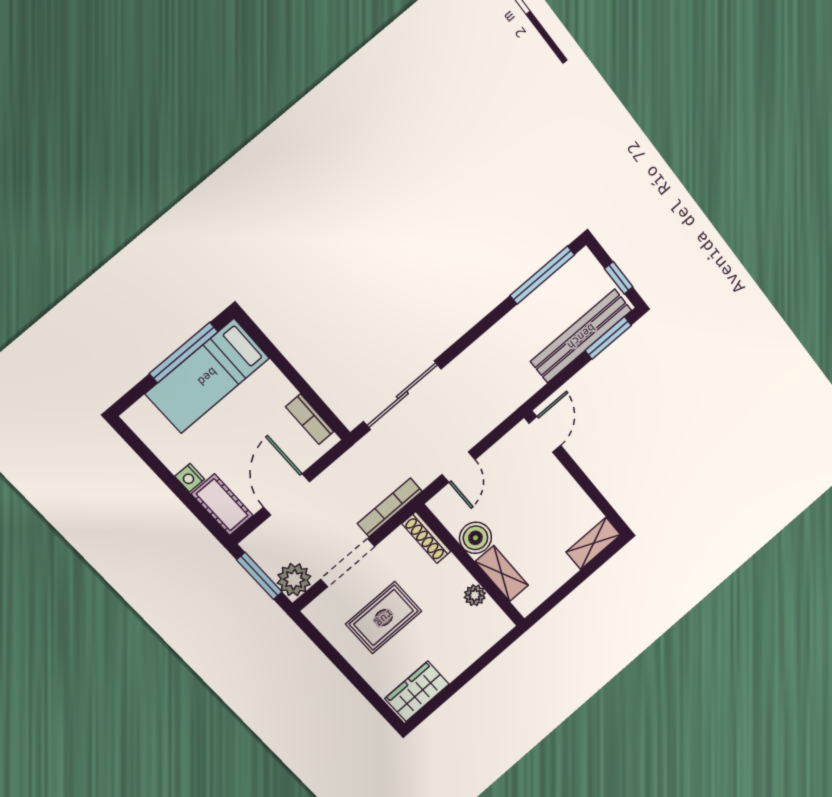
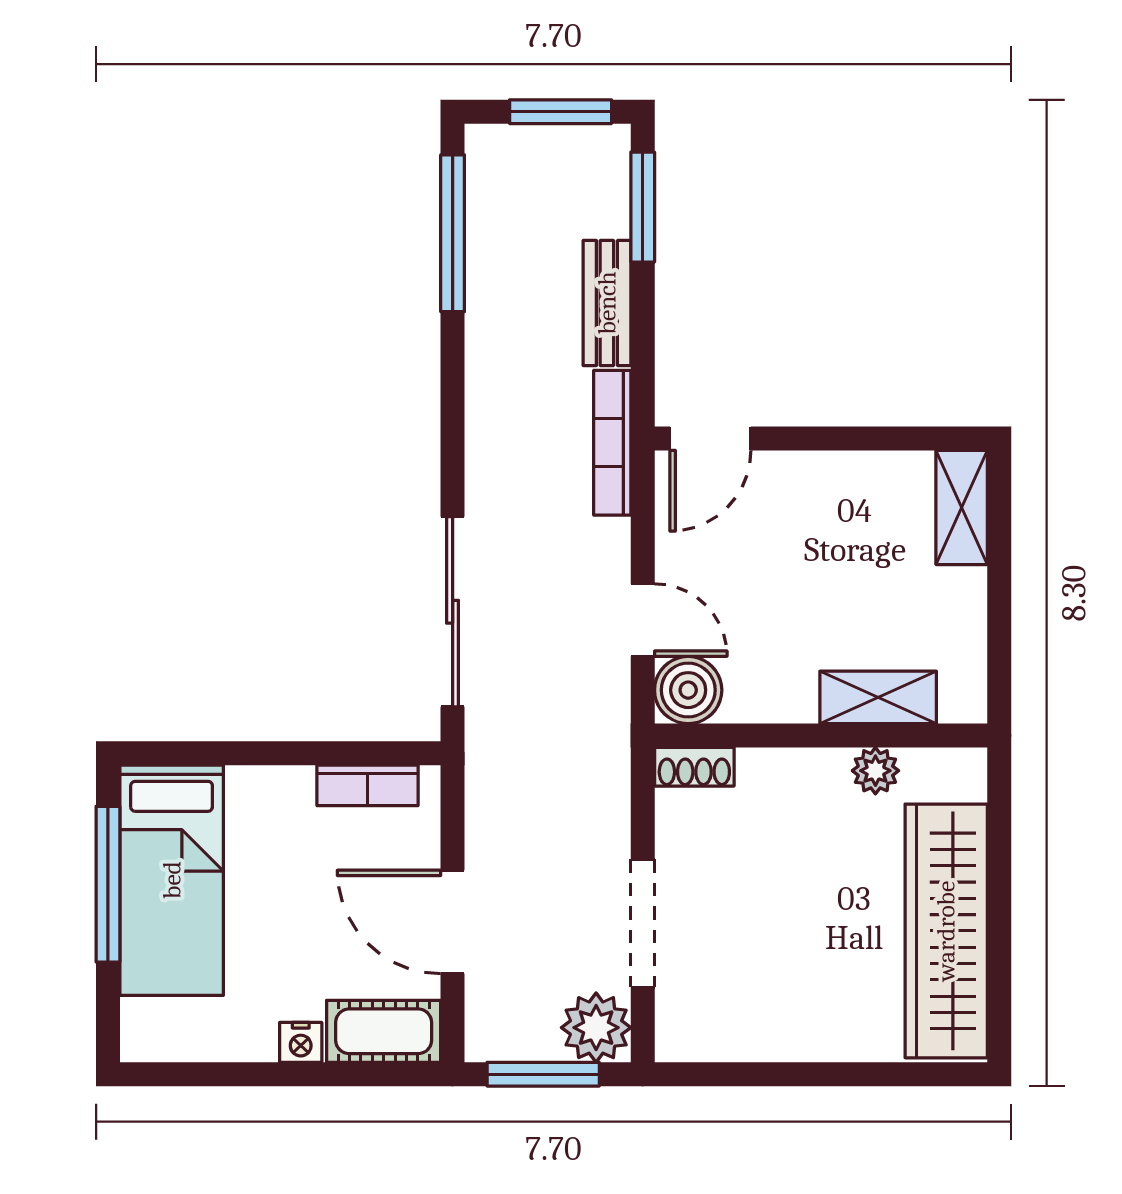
window: (619, 278) -> (561, 112), width x1.50
bench: (581, 336) -> (607, 303), width x0.54, depth x0.82
door: (545, 434) -> (710, 438), swing flipped
bookcase: (390, 507) -> (612, 443), moved
shoe rack: (426, 537) -> (694, 767), width x0.70
boiler: (475, 538) -> (688, 690), moved
rug: (384, 618) -> (782, 944), removed
wardrobe: (417, 691) -> (946, 931), width x2.10, depth x1.17

